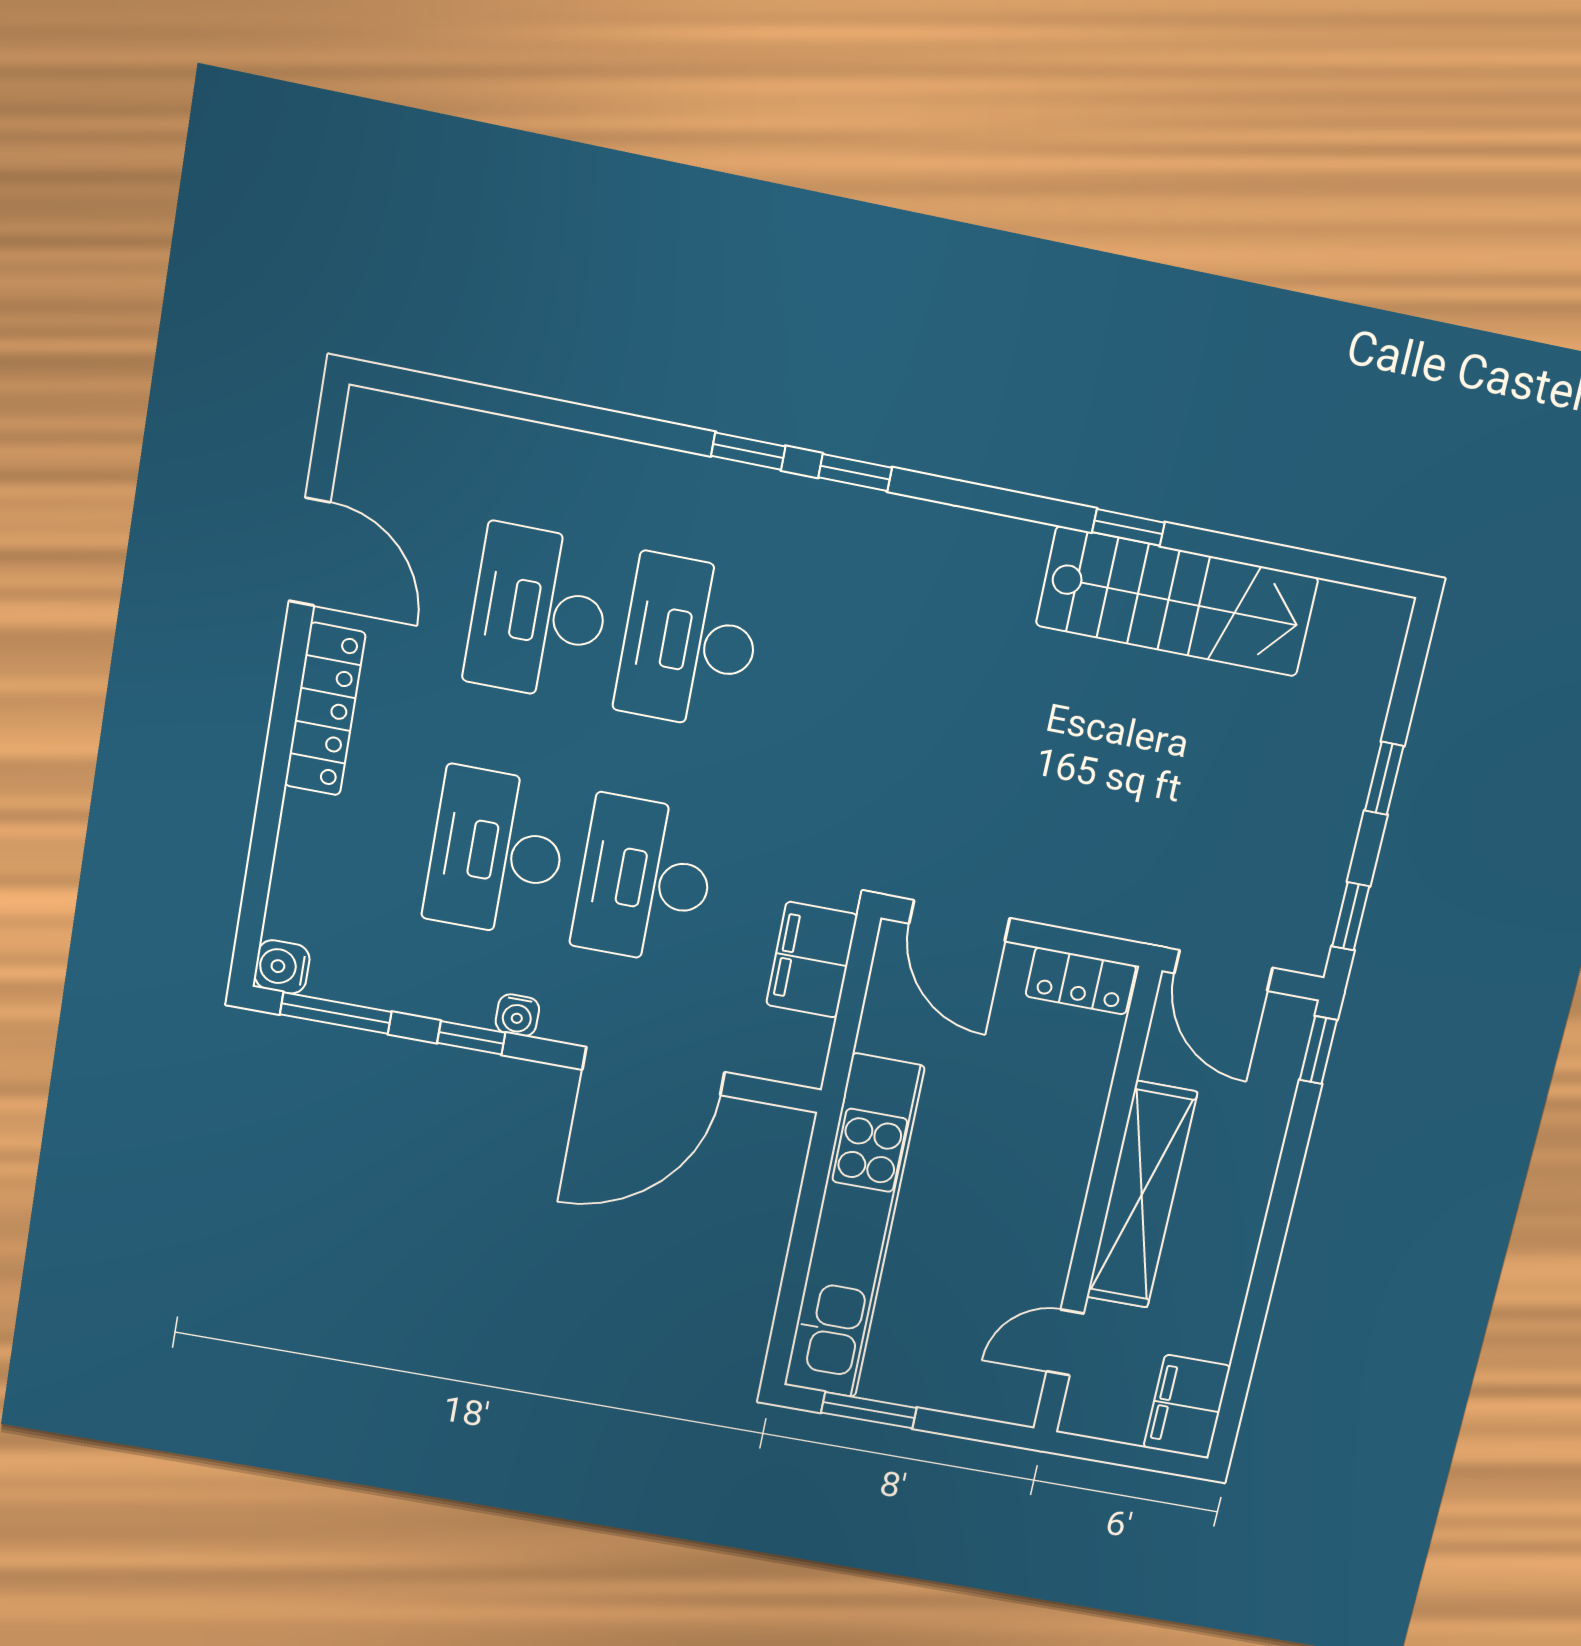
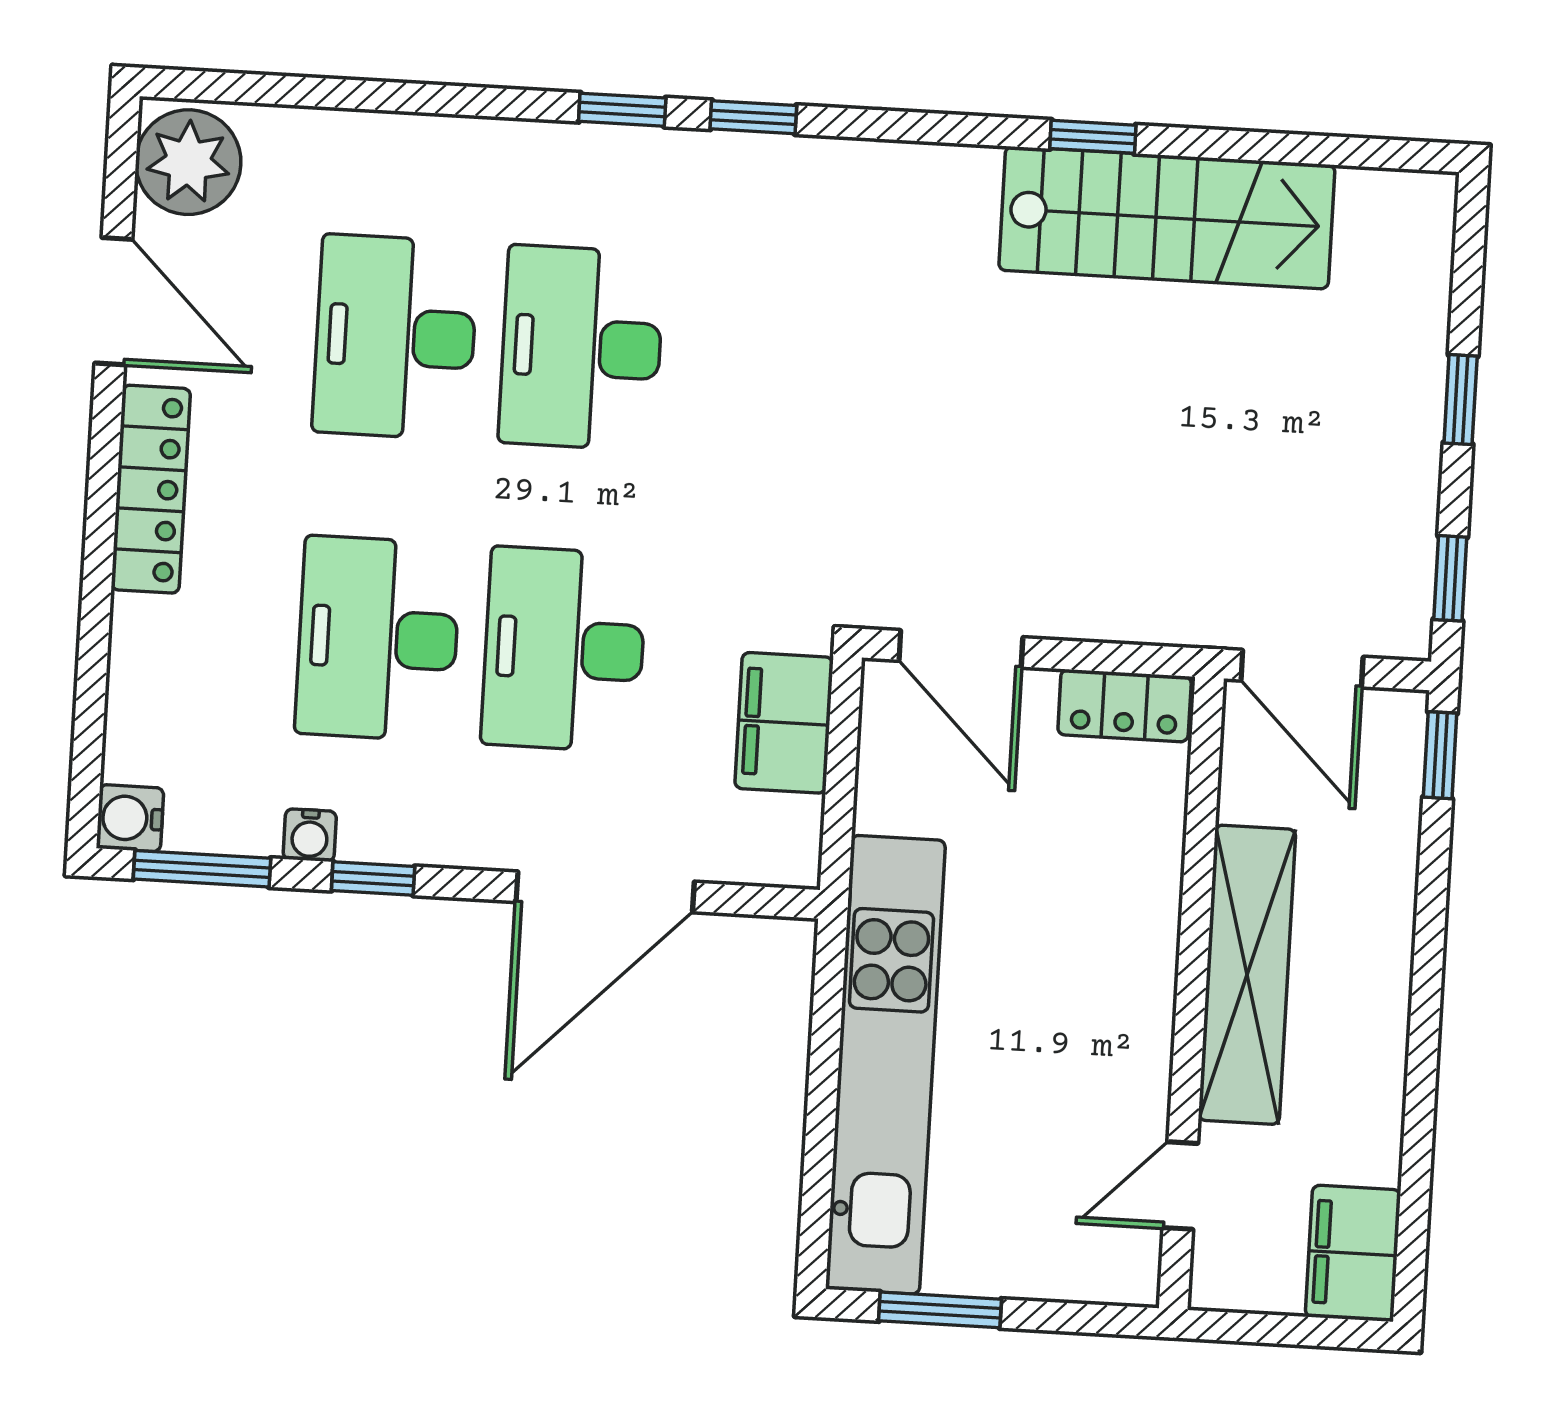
plant: (384, 445) -> (188, 162), added
water cooler: (517, 1015) -> (310, 835), moved

